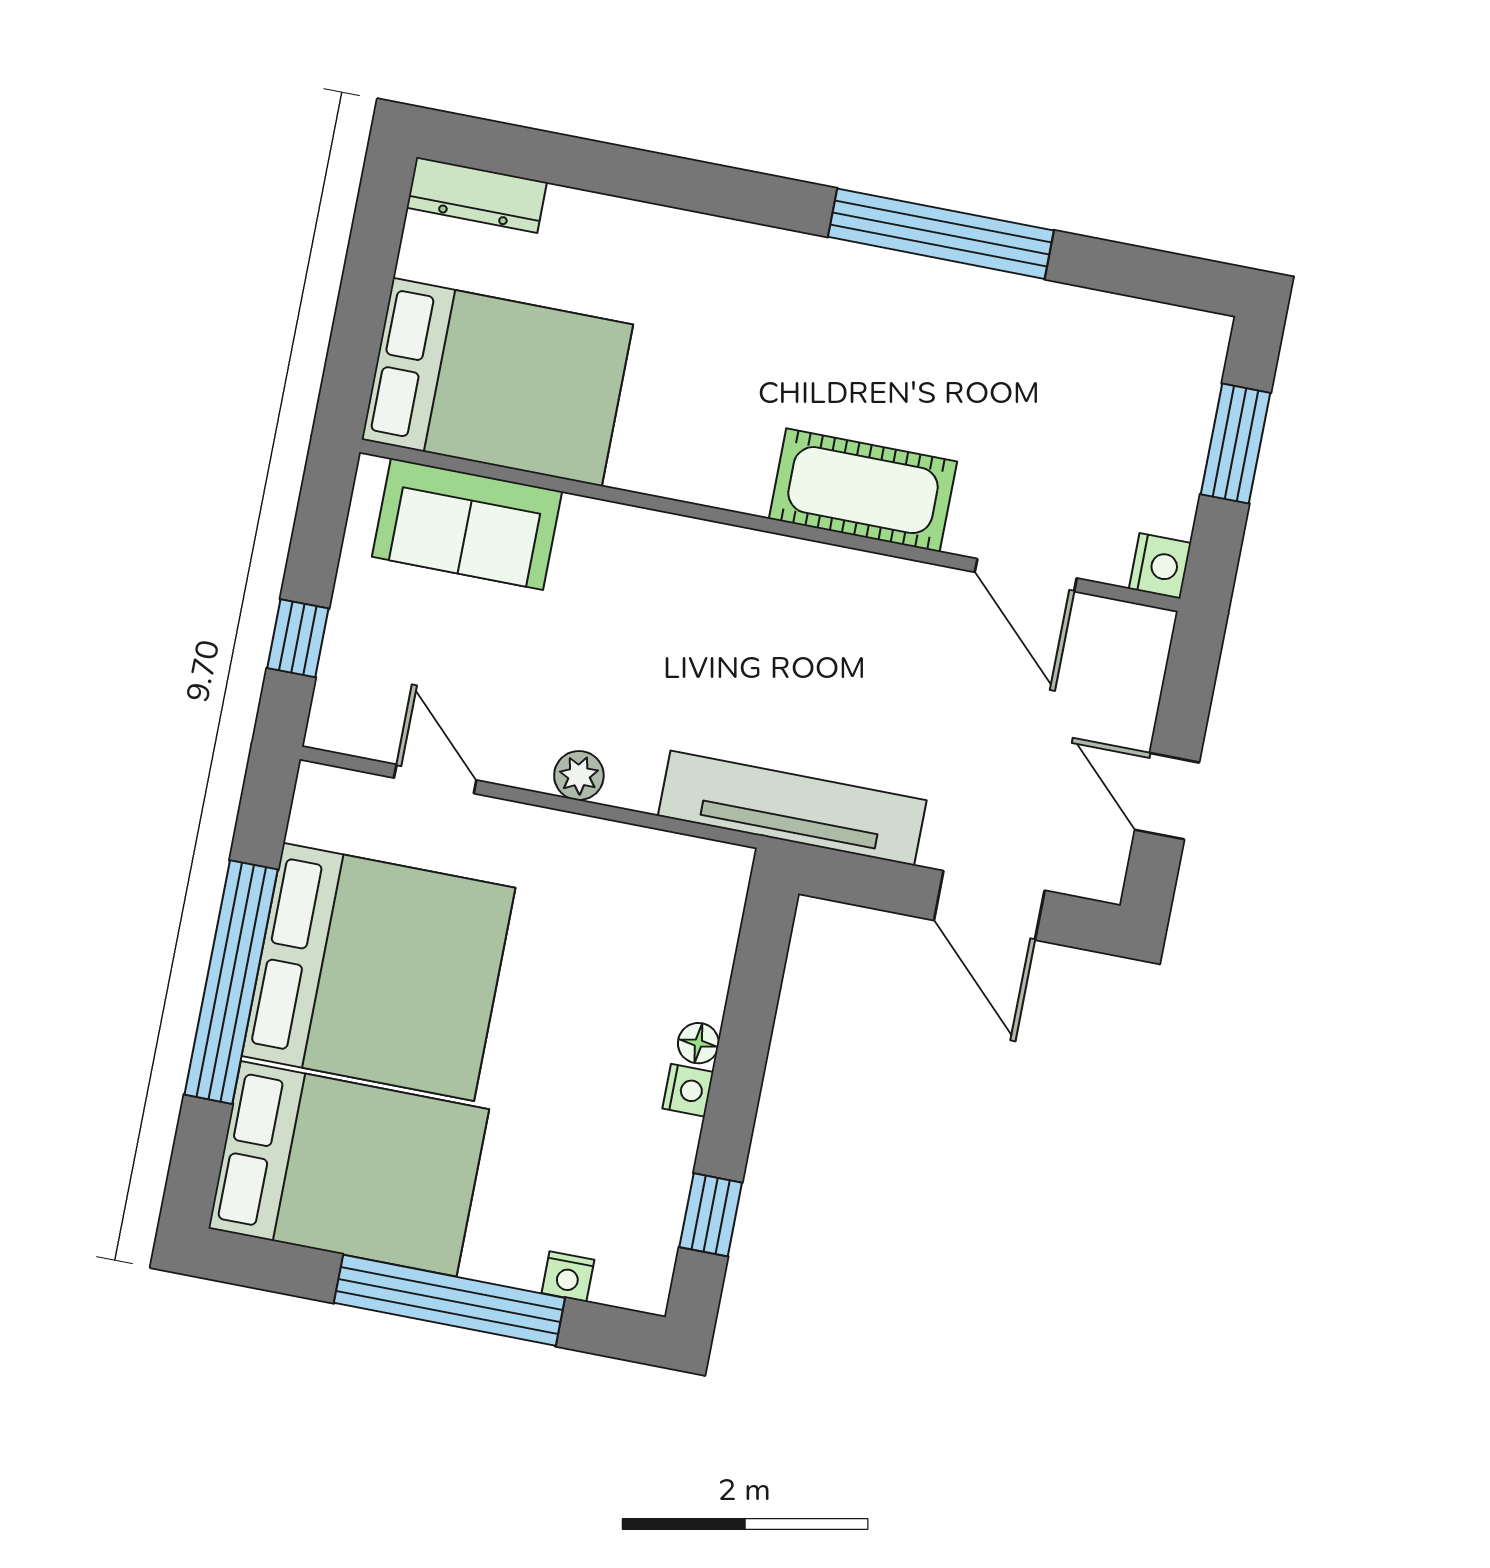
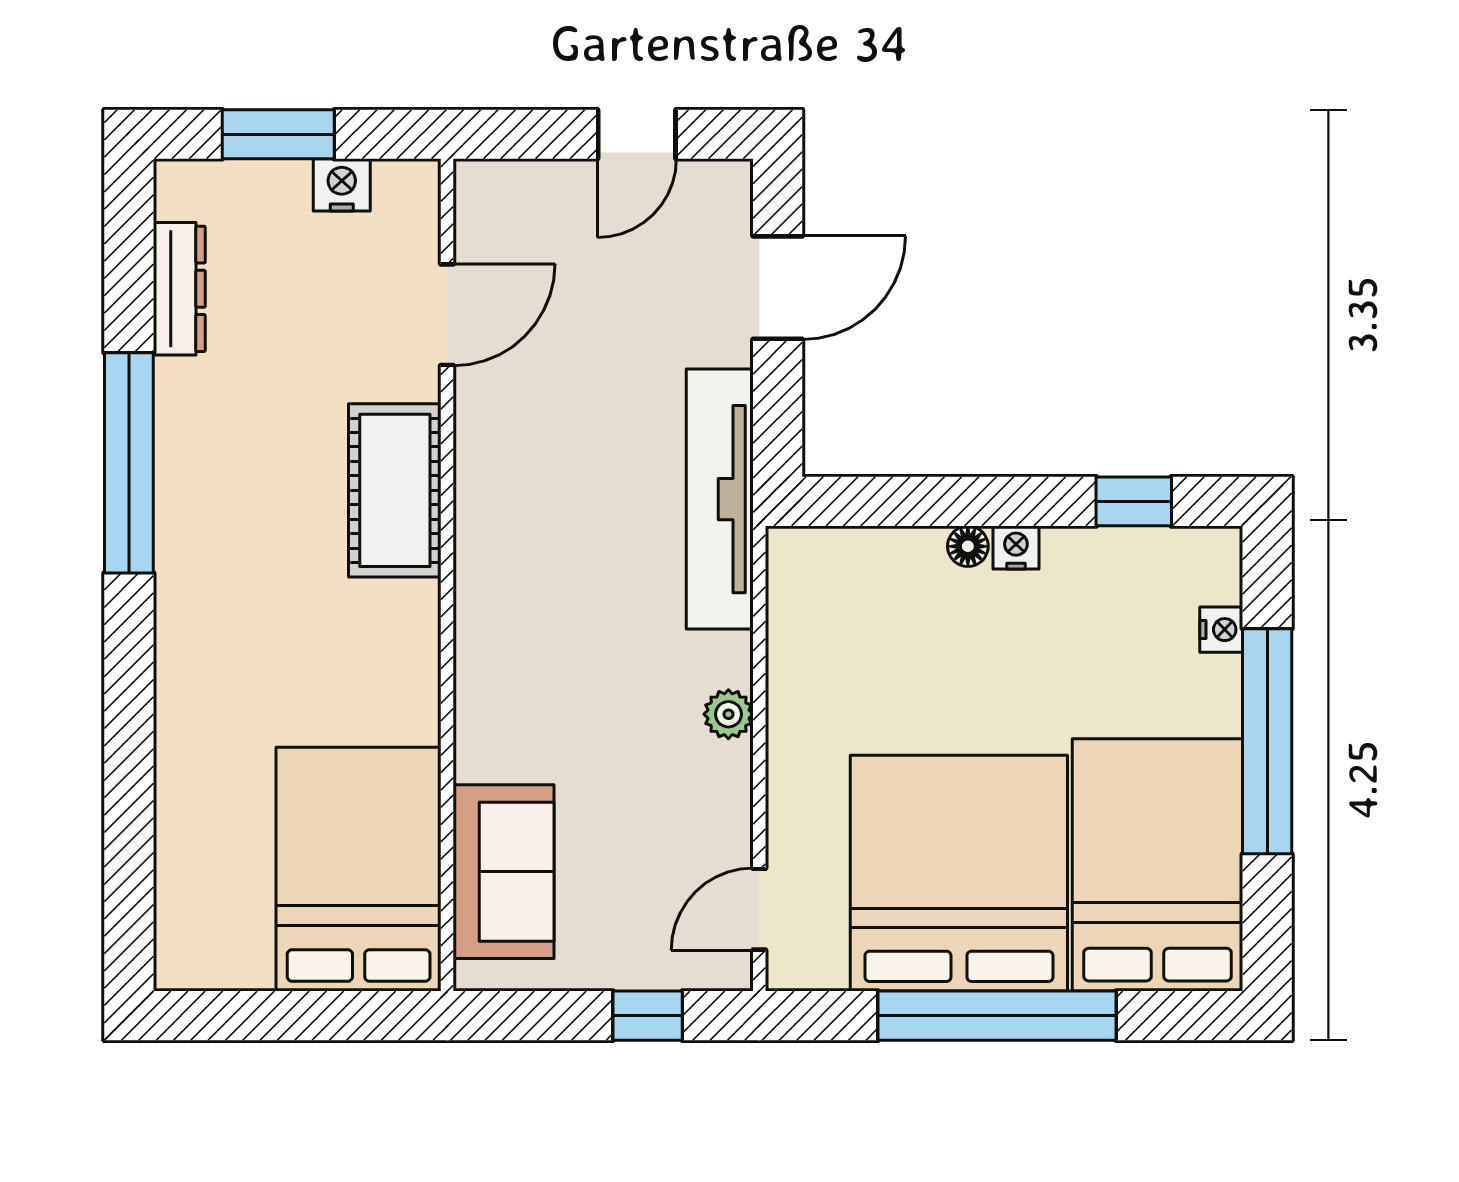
dresser: (477, 195) -> (179, 289), moved
nightstand: (1160, 566) -> (342, 185), moved
door: (435, 779) -> (759, 909), moved

